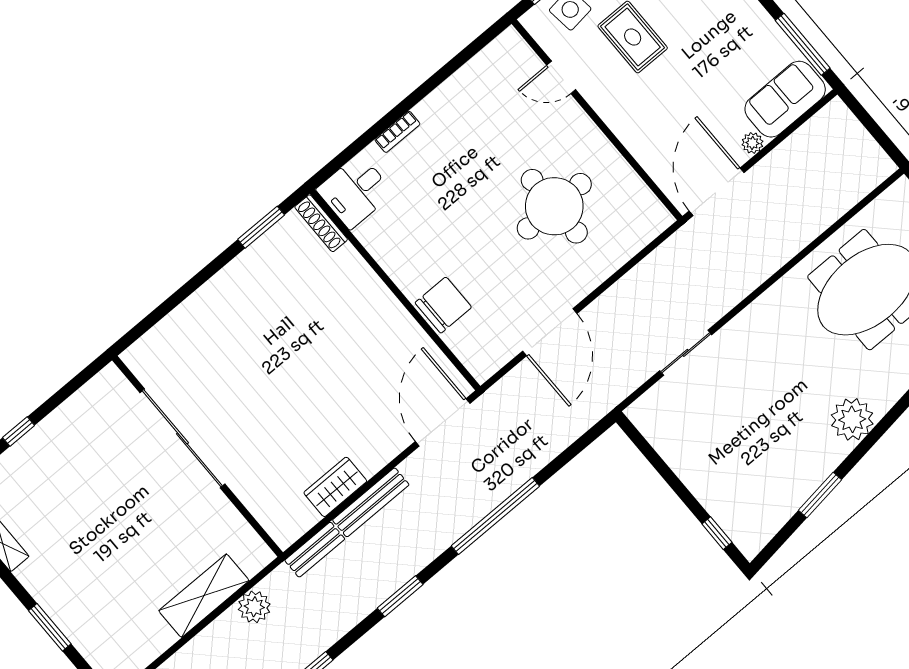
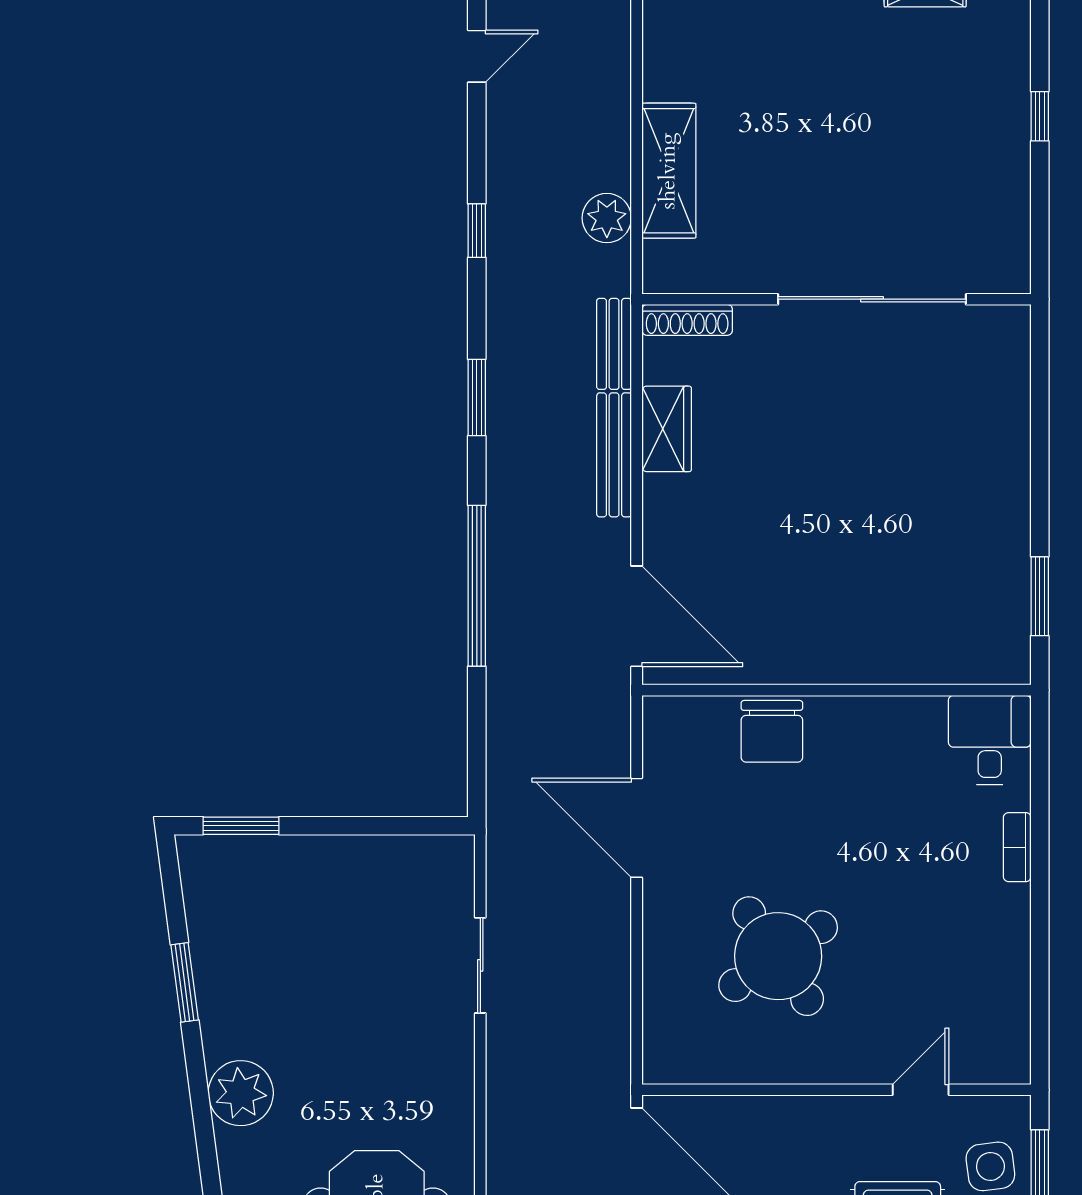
round table: (554, 206) -> (778, 956), turned -34
shoe rack: (321, 223) -> (687, 320), moved, turned 180
window: (717, 533) -> (241, 826), width x1.50

